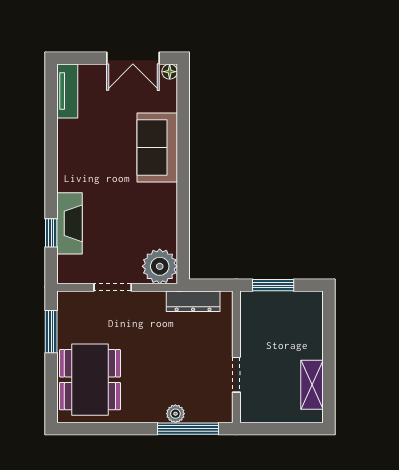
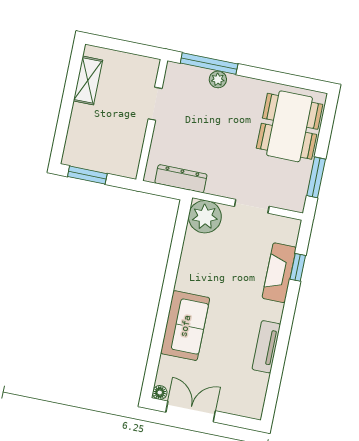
tv unit: (67, 91) -> (266, 347), moved
window: (273, 285) -> (87, 175), moved

